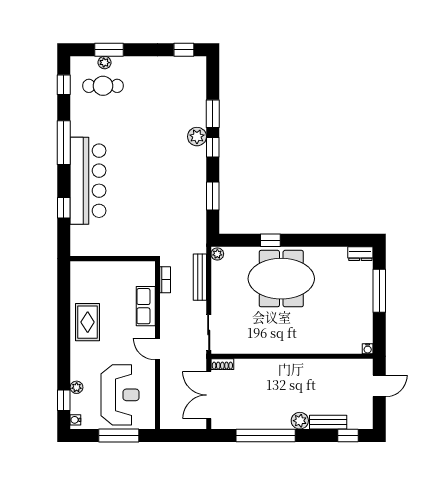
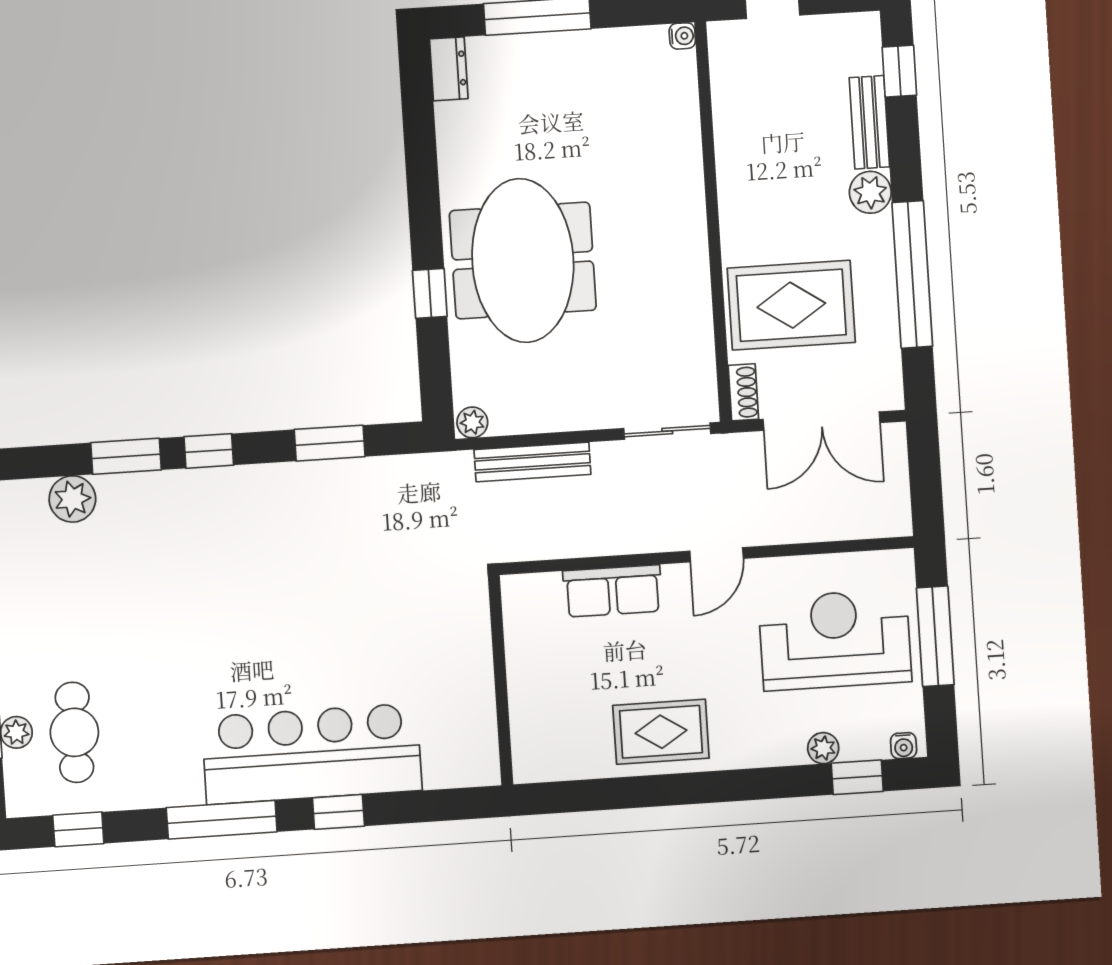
plant: (197, 137) -> (72, 499), moved
window: (64, 208) -> (338, 812), moved
bookcase: (165, 280) -> (544, 547), removed
rug: (256, 386) -> (791, 305), added

